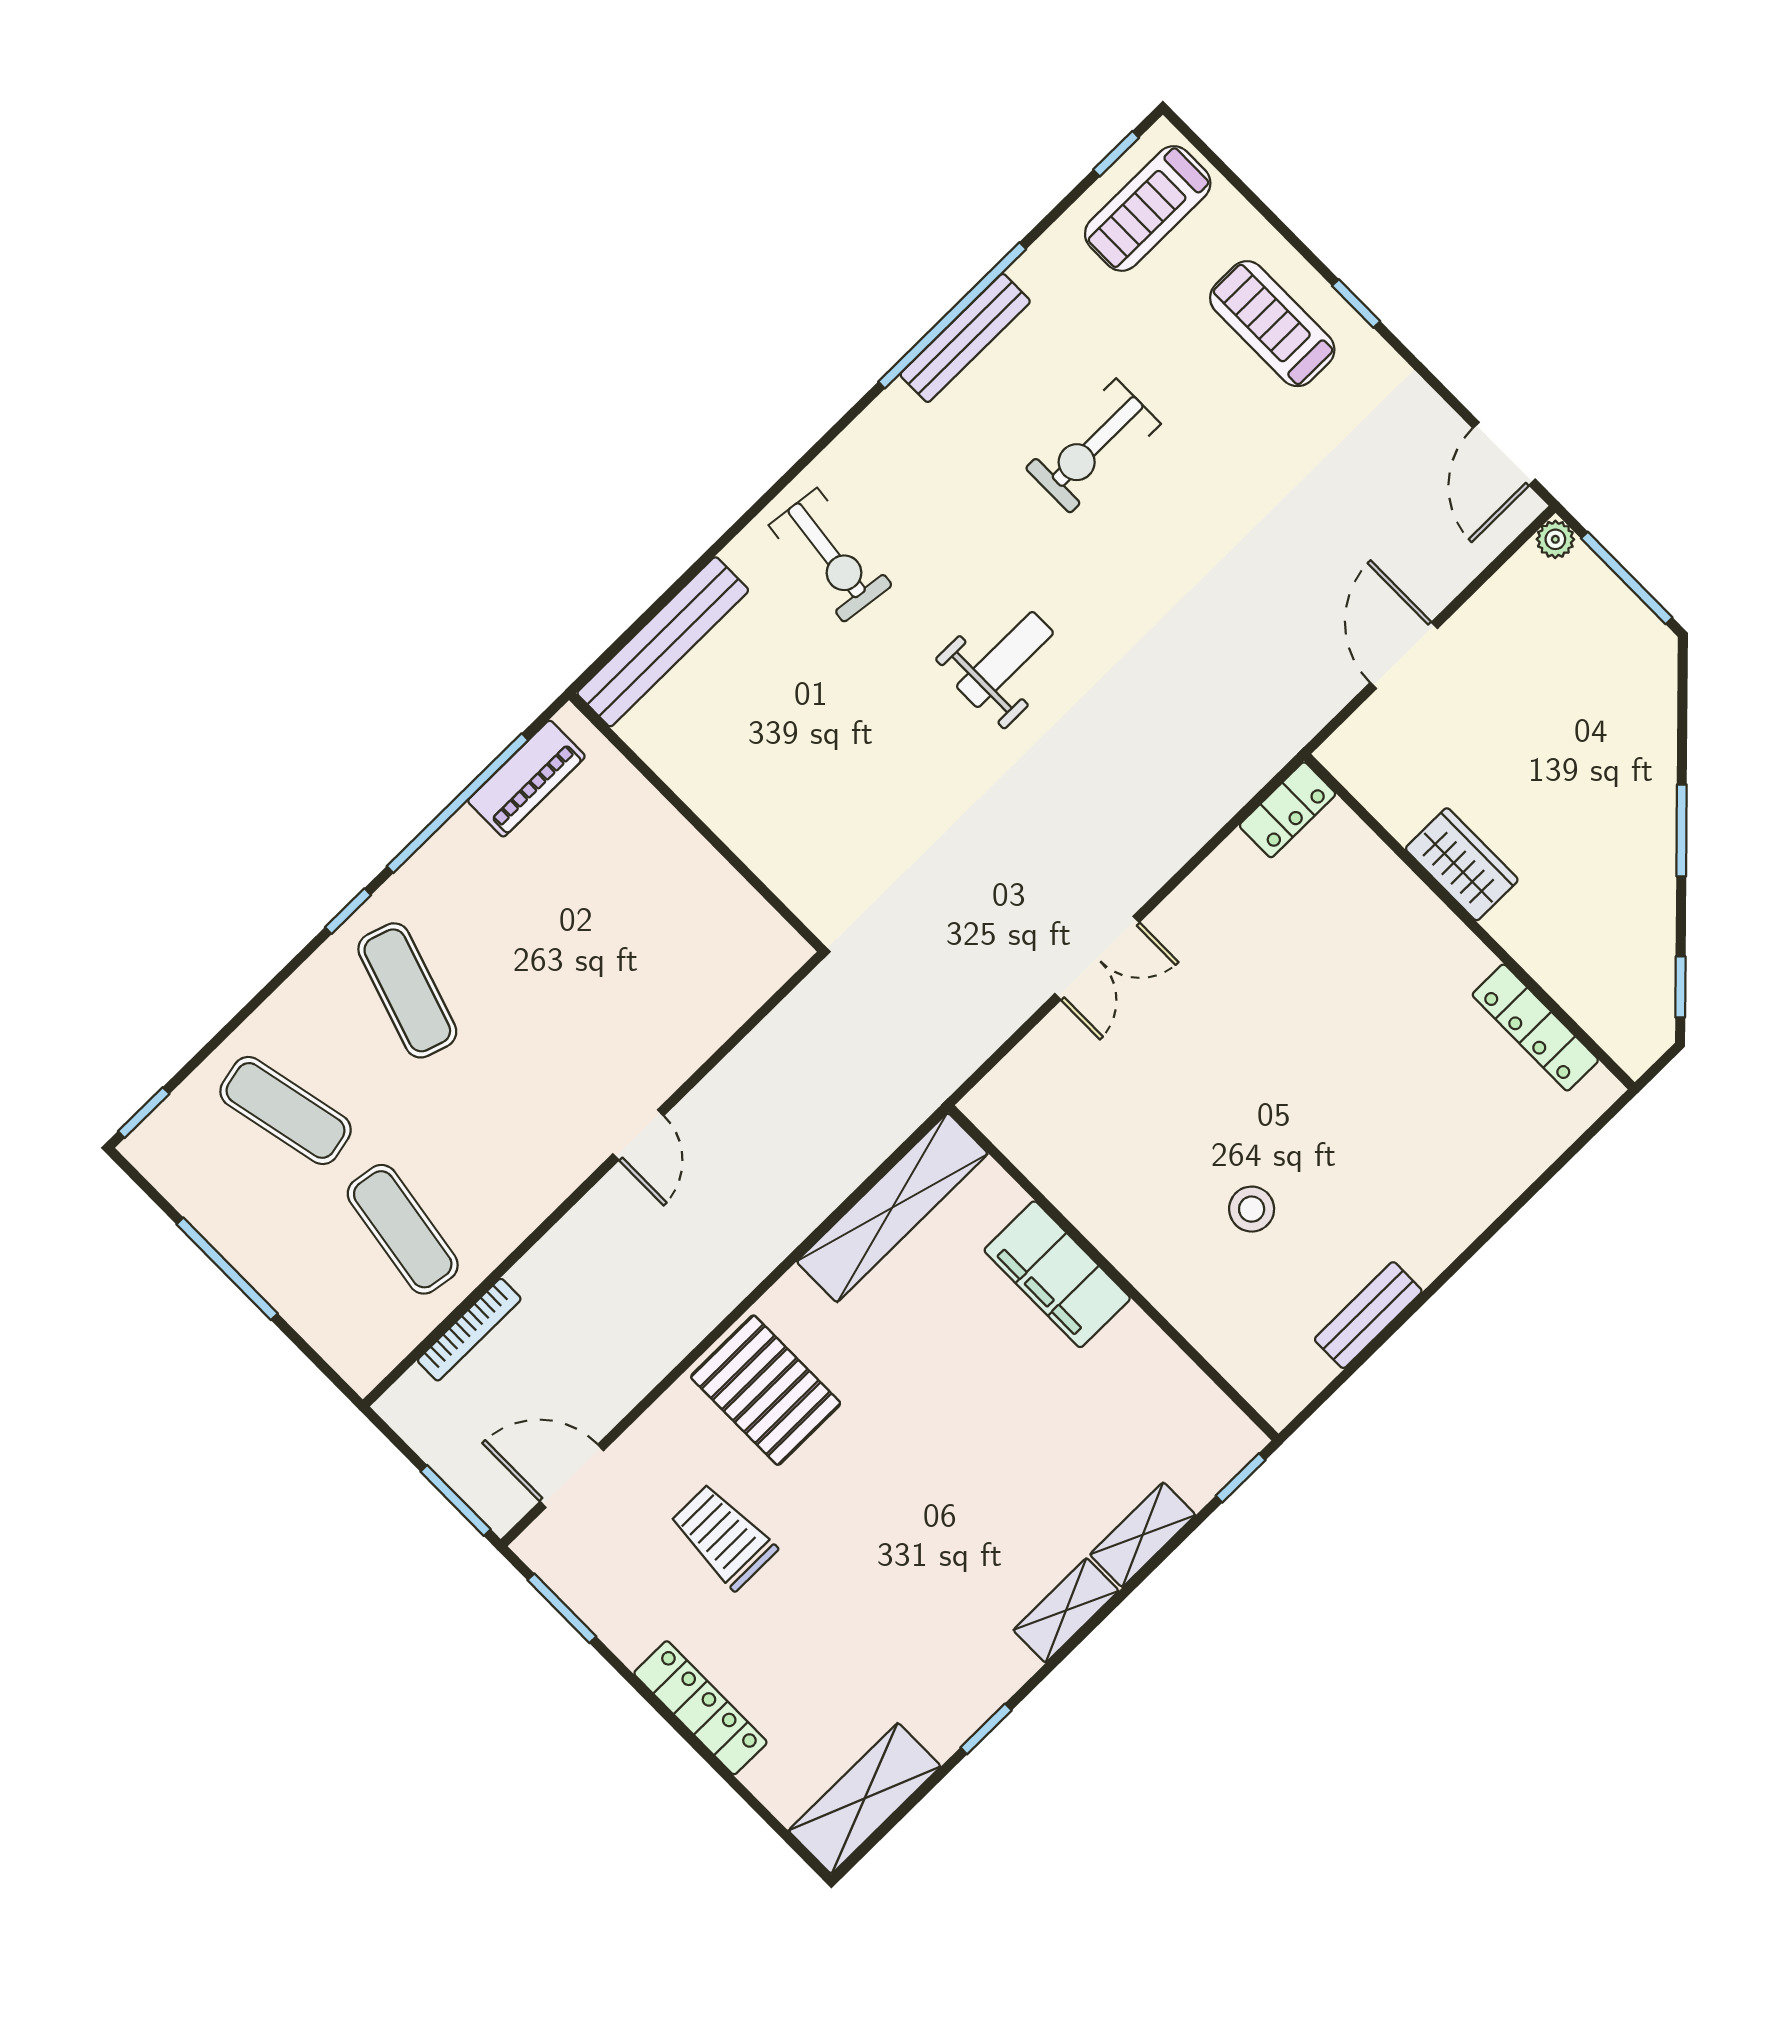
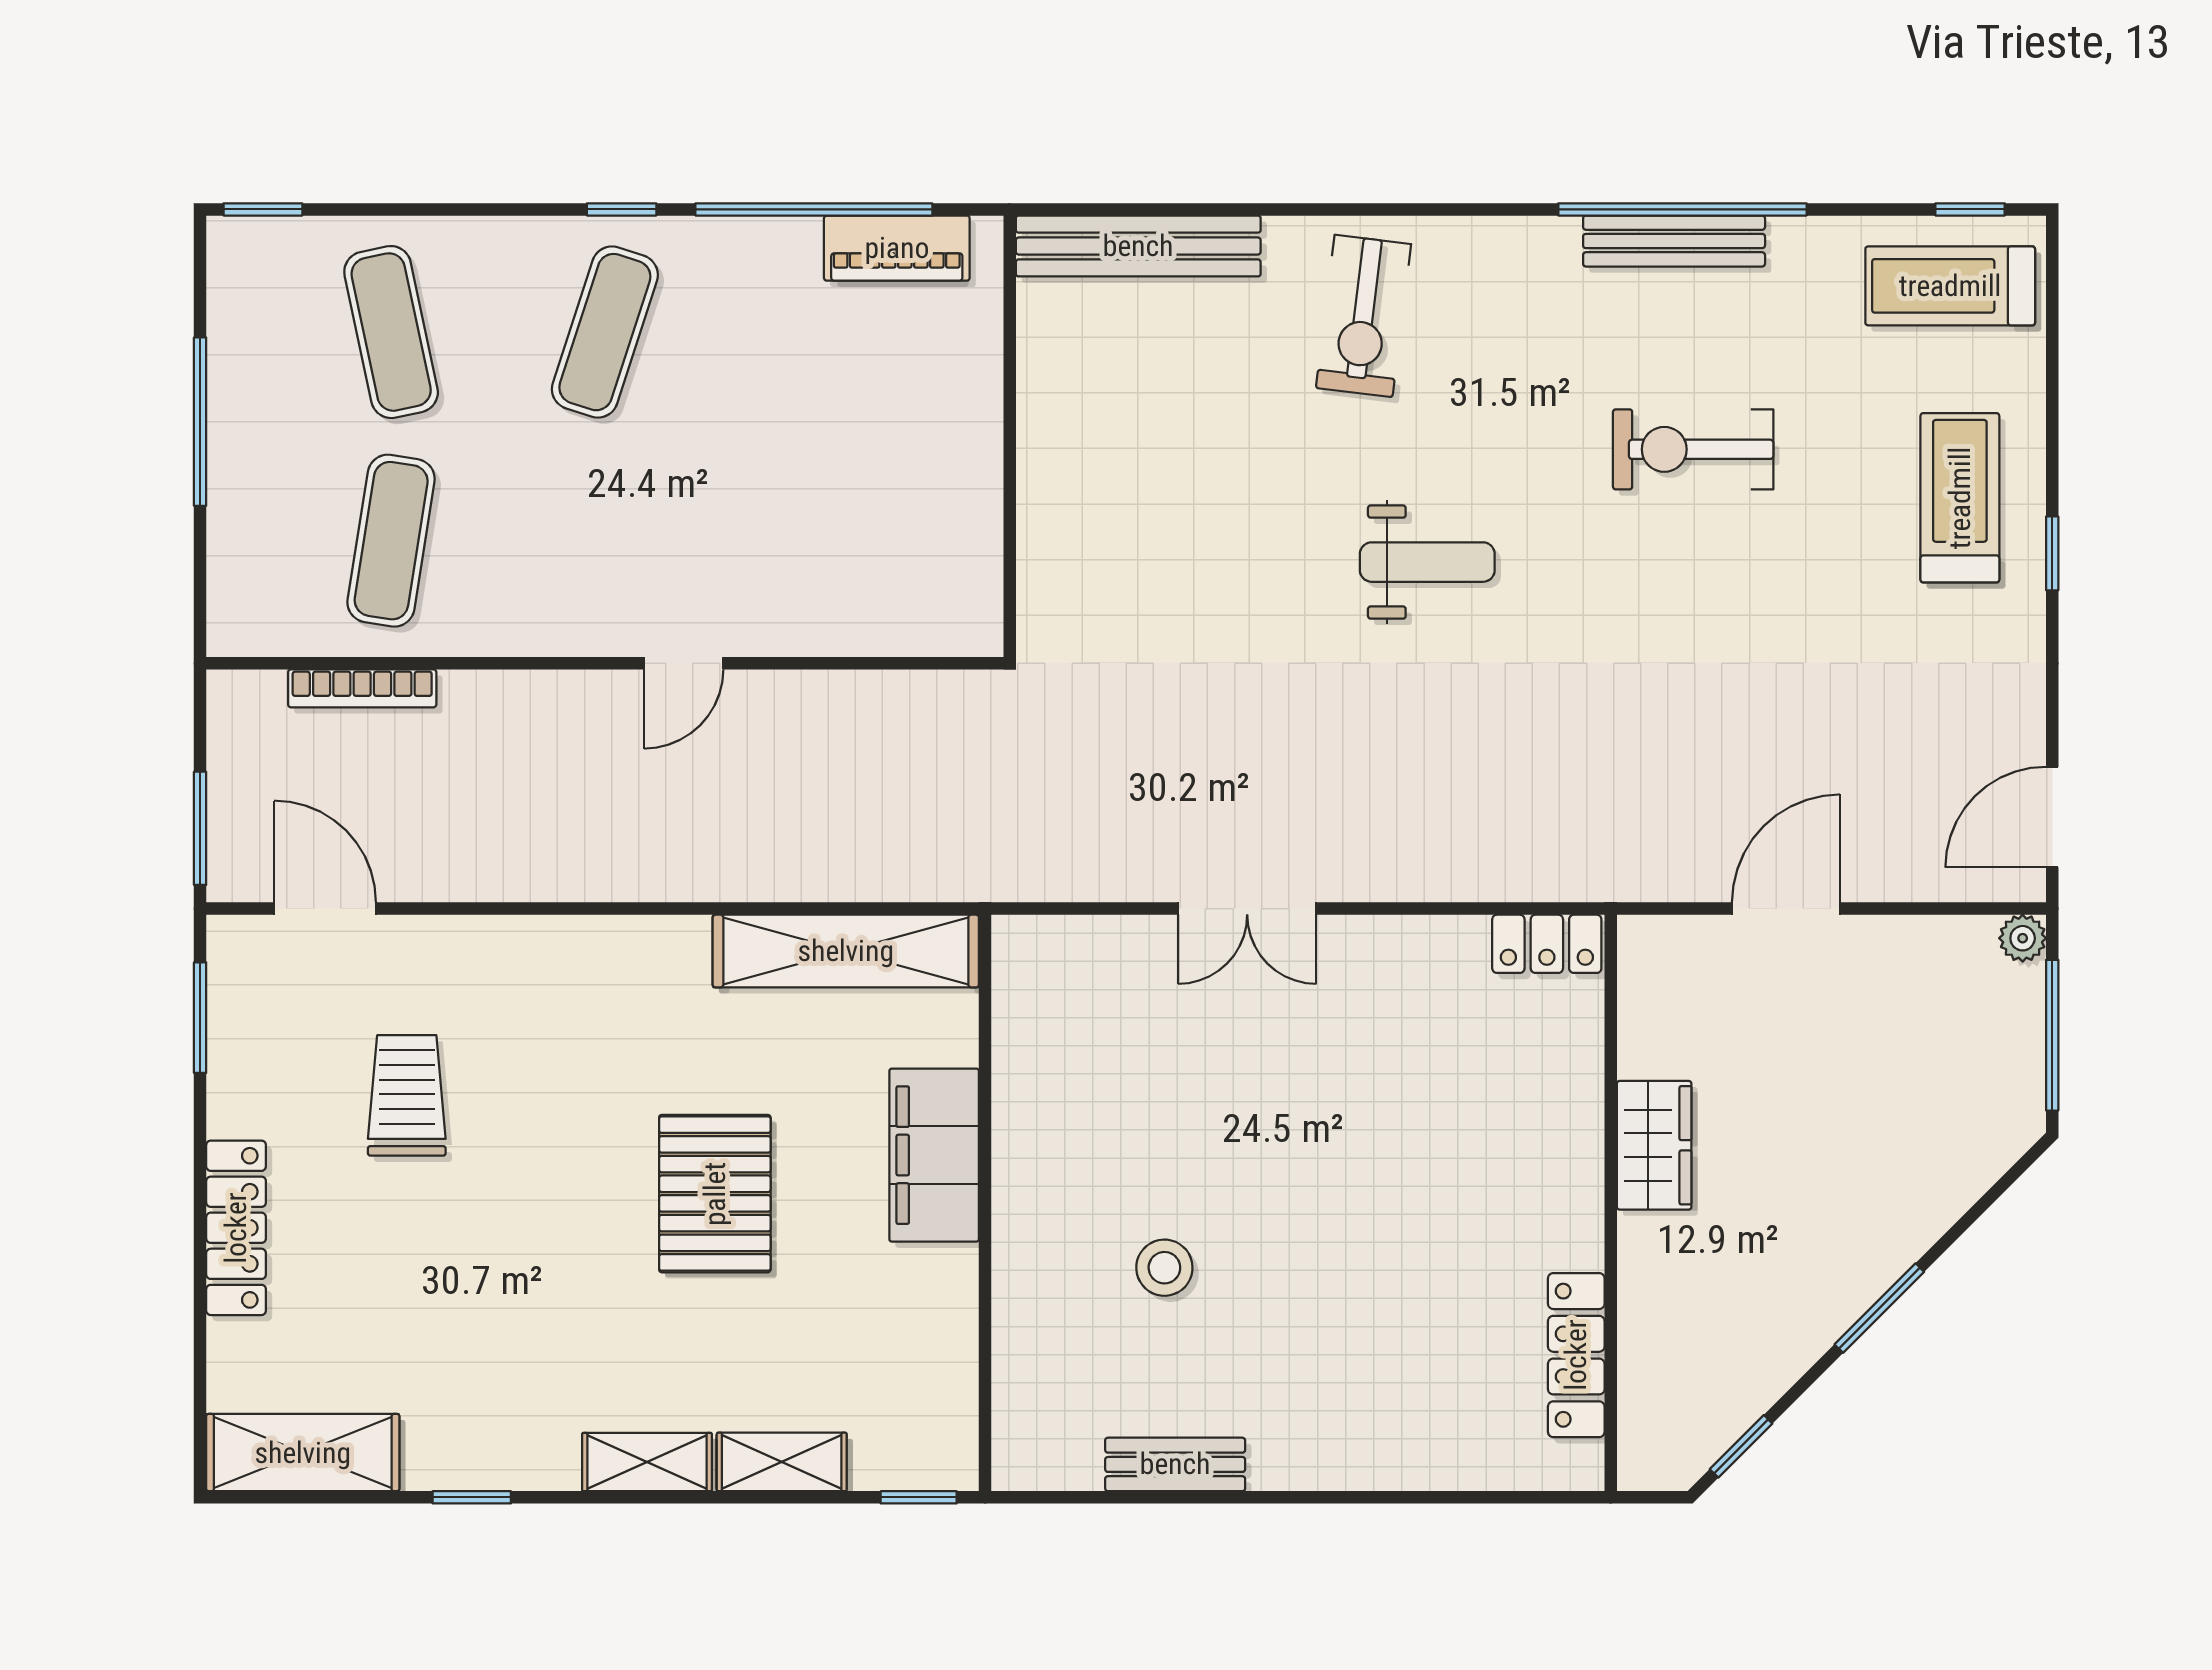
pallet: (766, 1390) -> (715, 1194), moved

